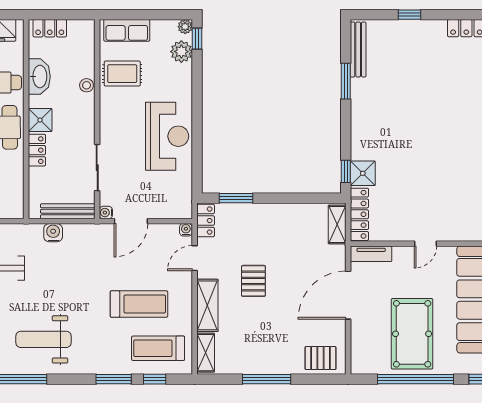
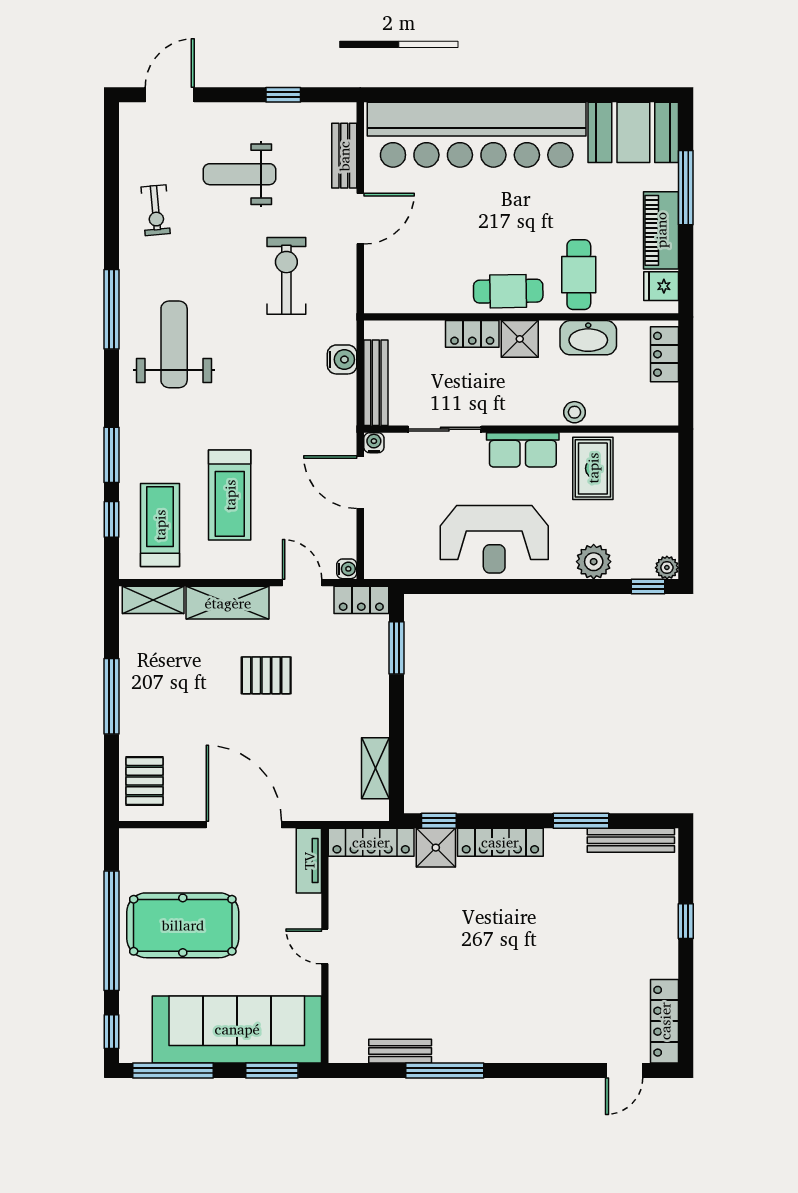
row of seats: (127, 30) -> (523, 450), moved, turned -90
plant: (181, 52) -> (594, 562), moved
locker: (359, 132) -> (500, 842), added
shelving: (337, 224) -> (375, 768), moved, turned 90

